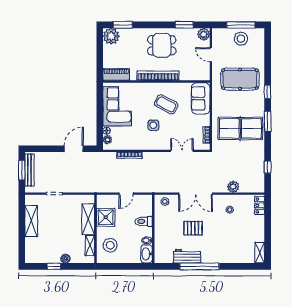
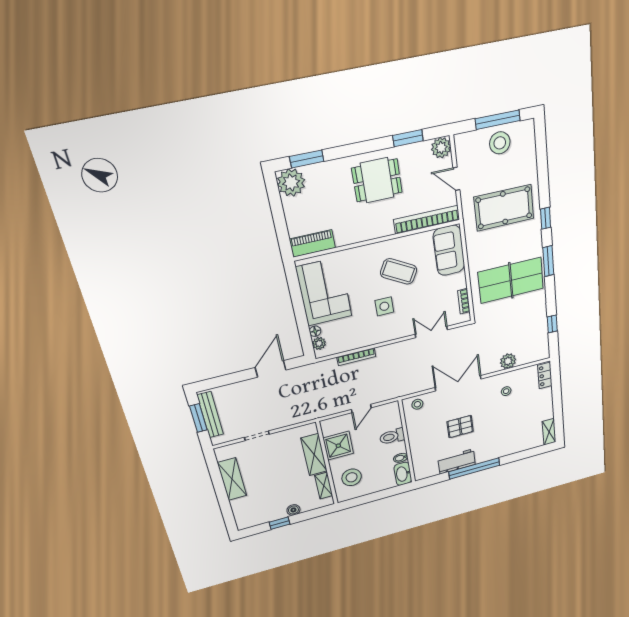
bookcase: (158, 76) -> (427, 220), moved
double door: (196, 194) -> (458, 383), swing flipped

